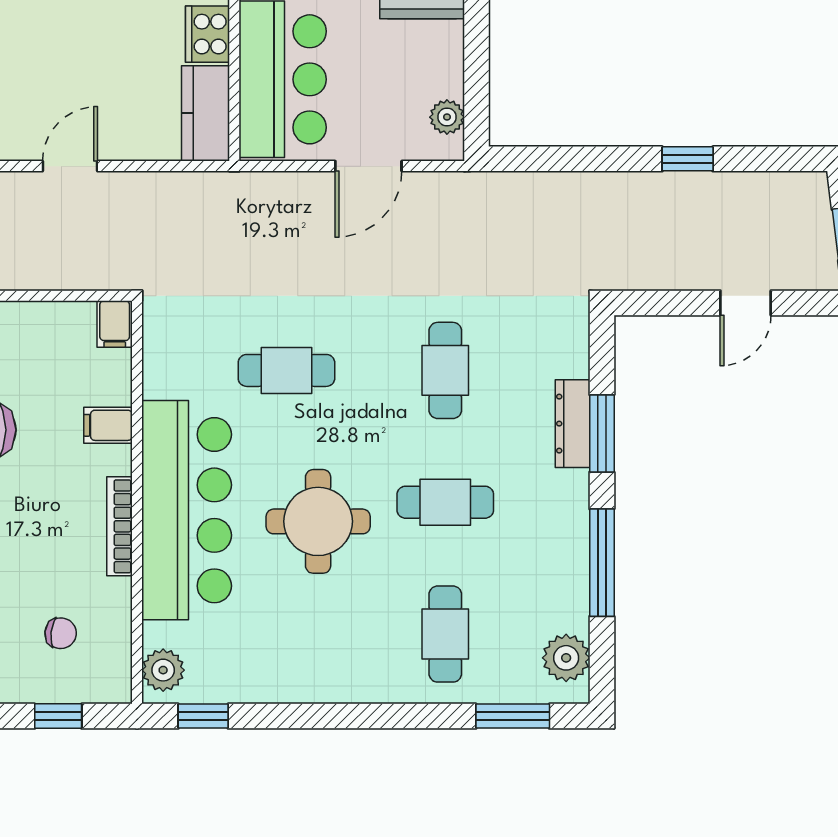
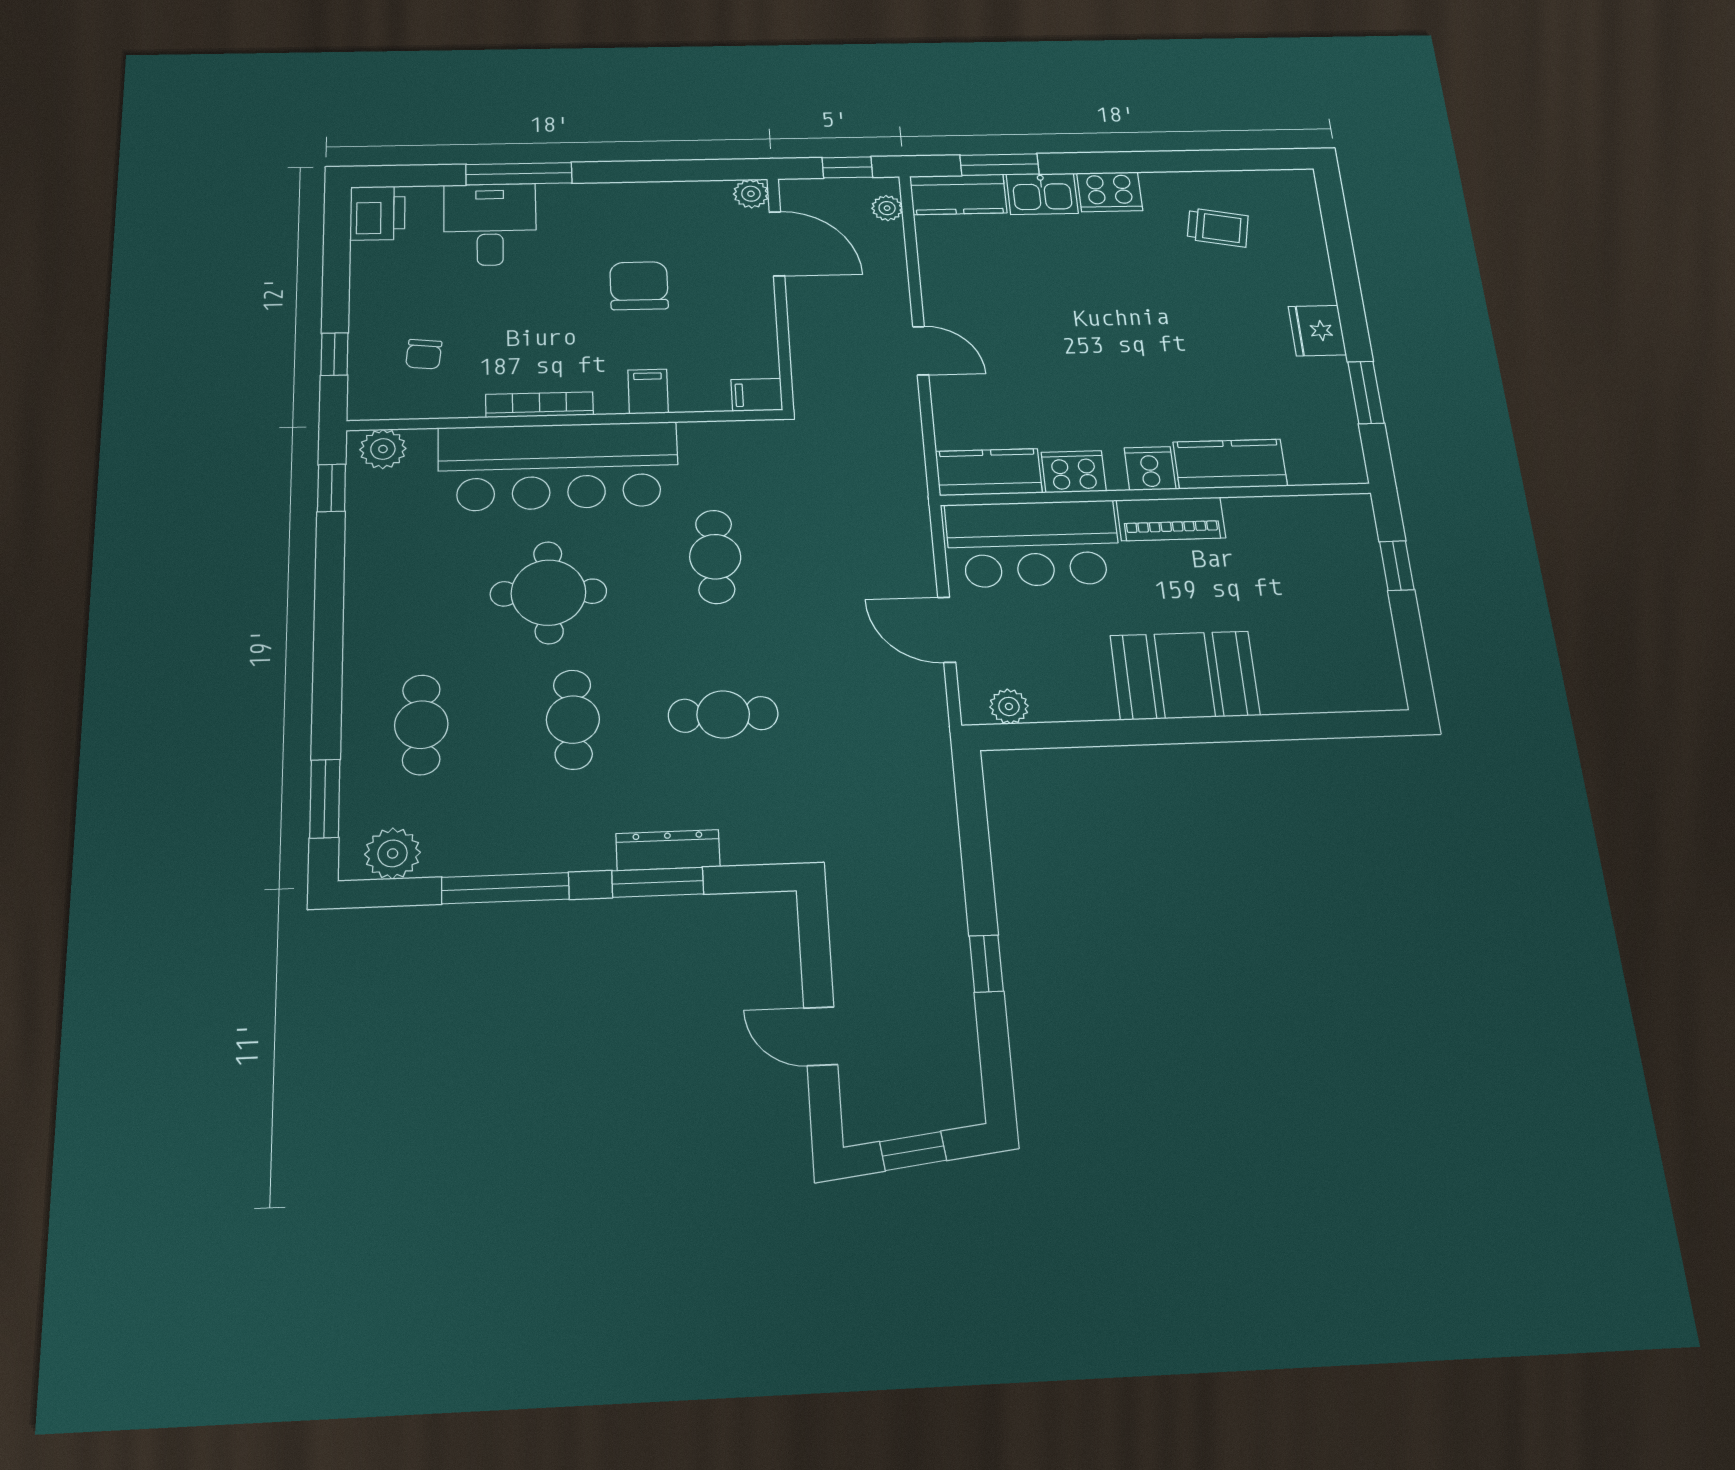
cafe table: (445, 634) -> (421, 725), turned 90

